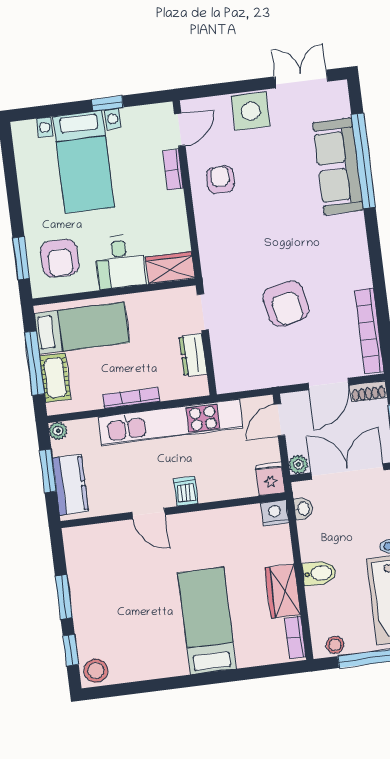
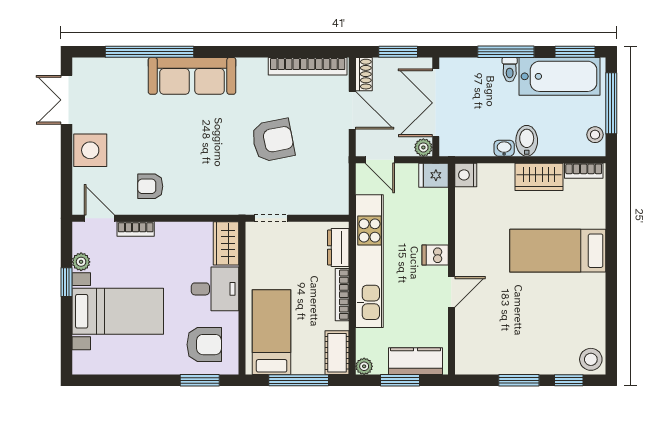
plant: (131, 116) -> (81, 262), added
sofa: (338, 166) -> (192, 76), moved
dresser: (193, 355) -> (338, 247), moved, turned 90
cot: (55, 378) -> (337, 353), moved, turned 90
washbasin: (303, 509) -> (504, 148), moved

